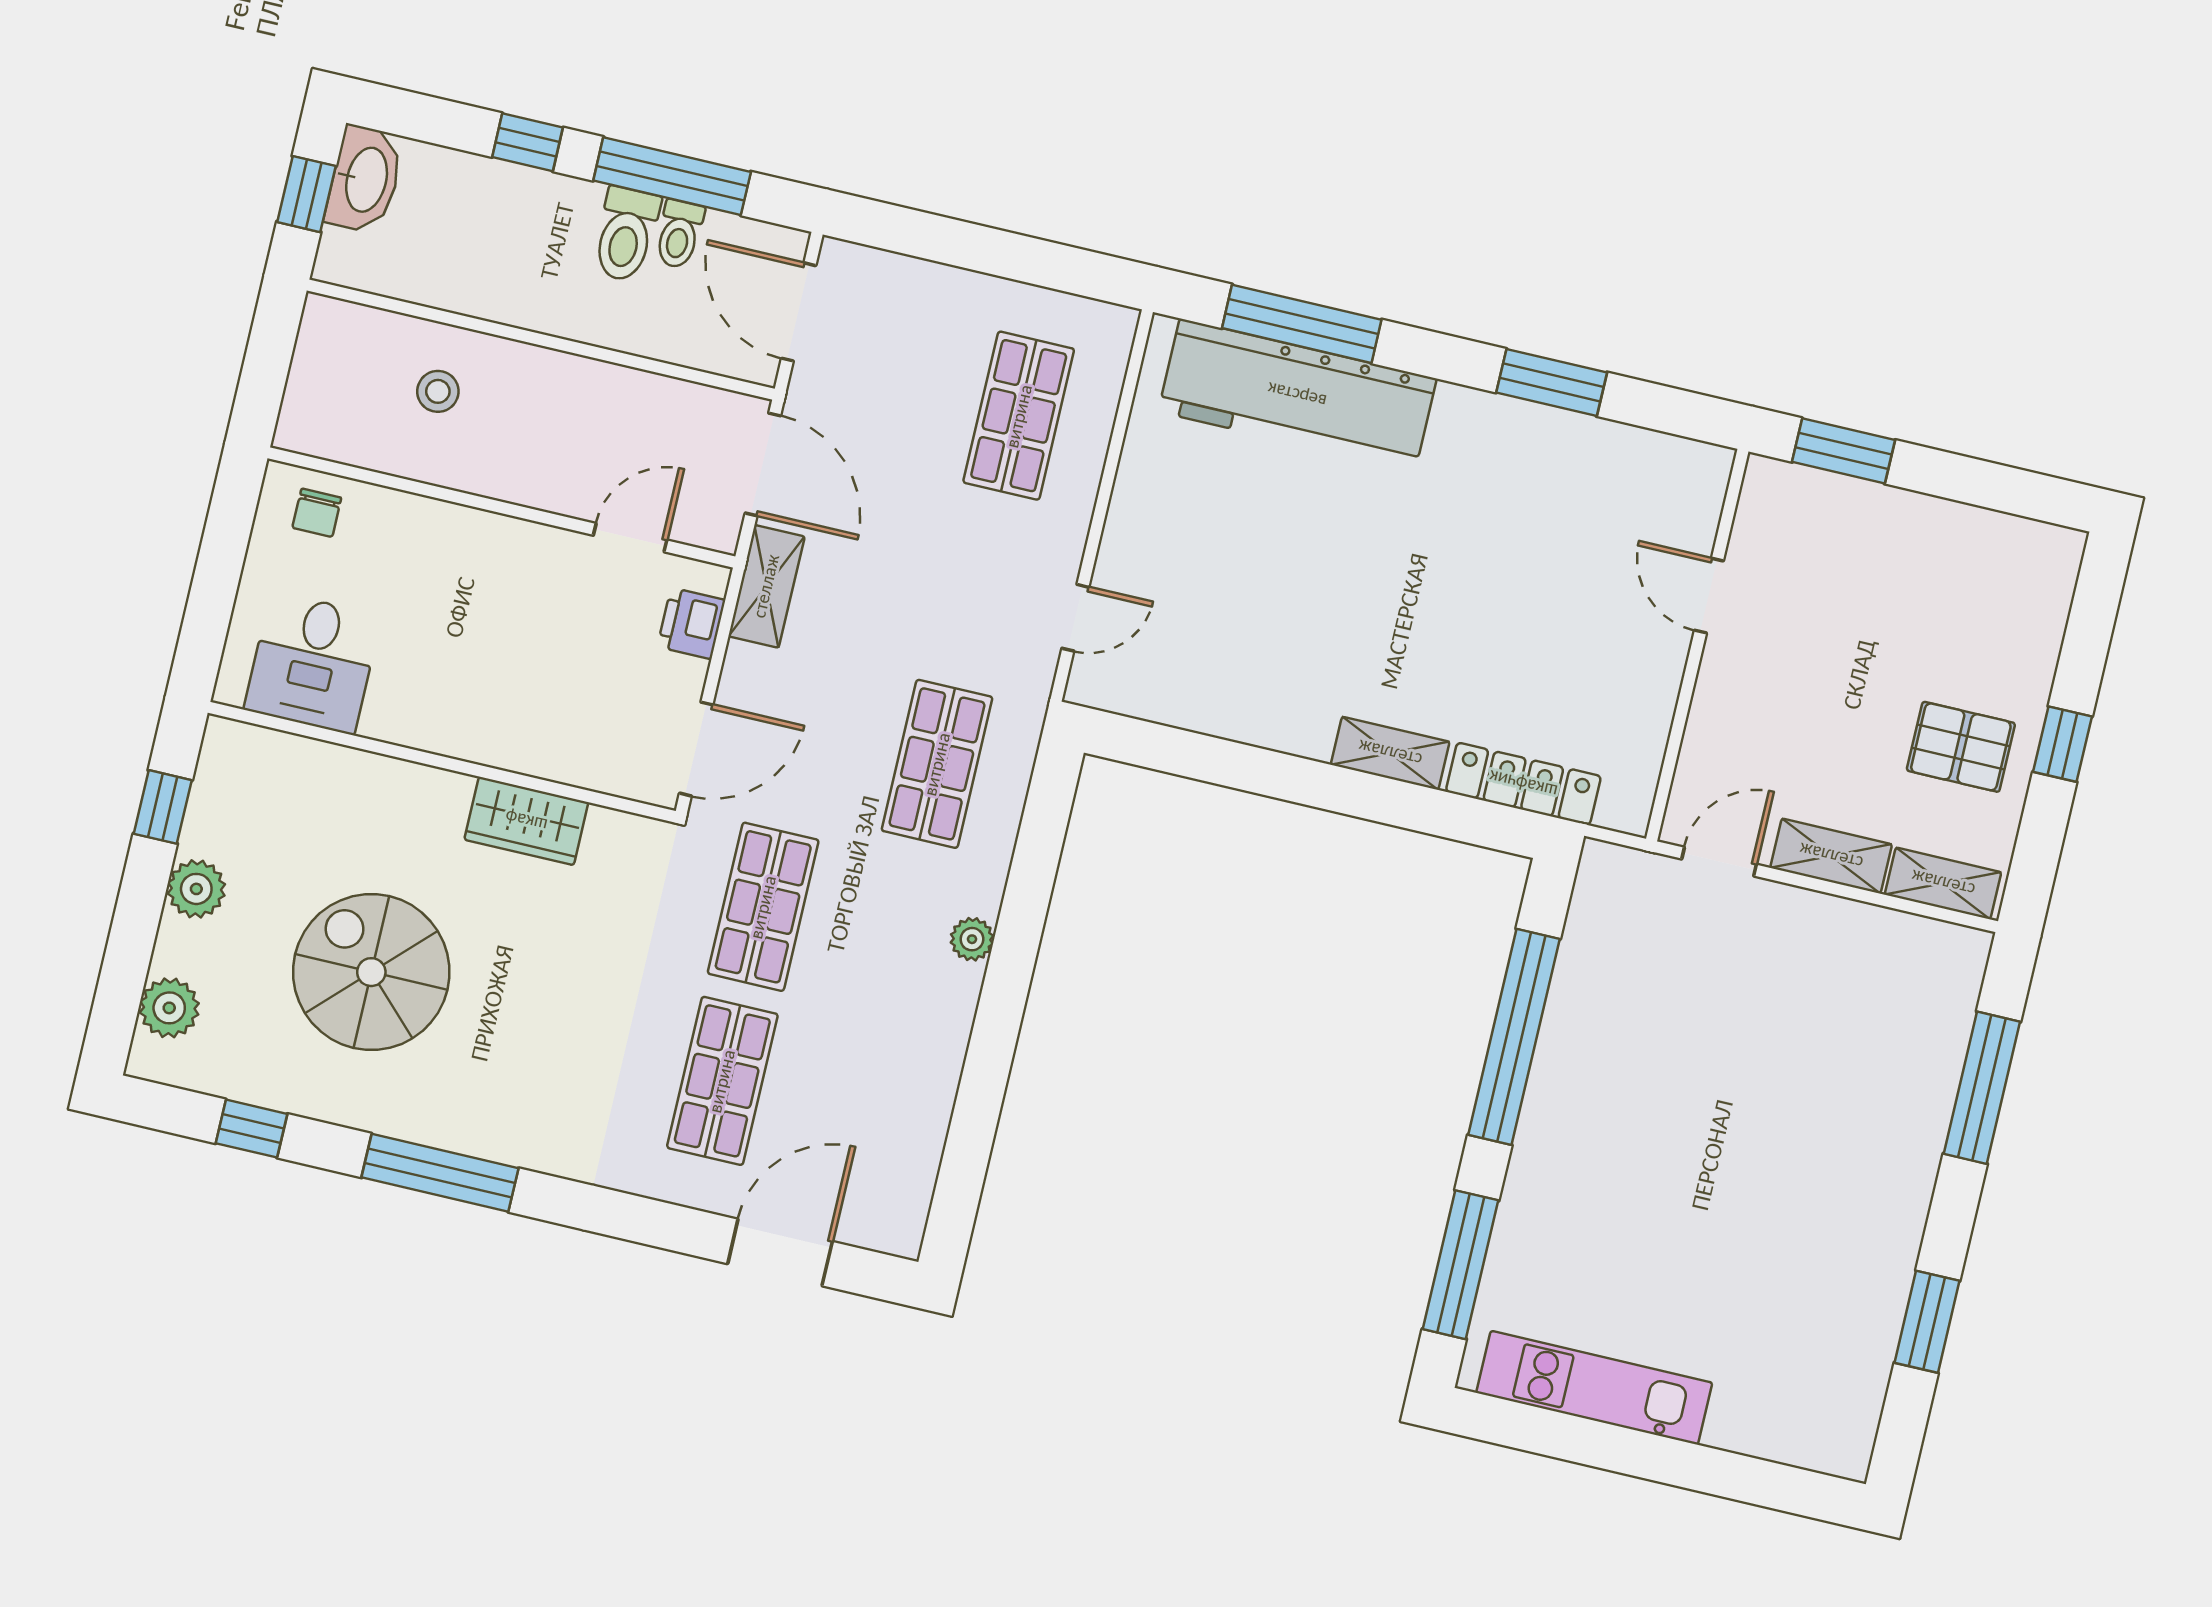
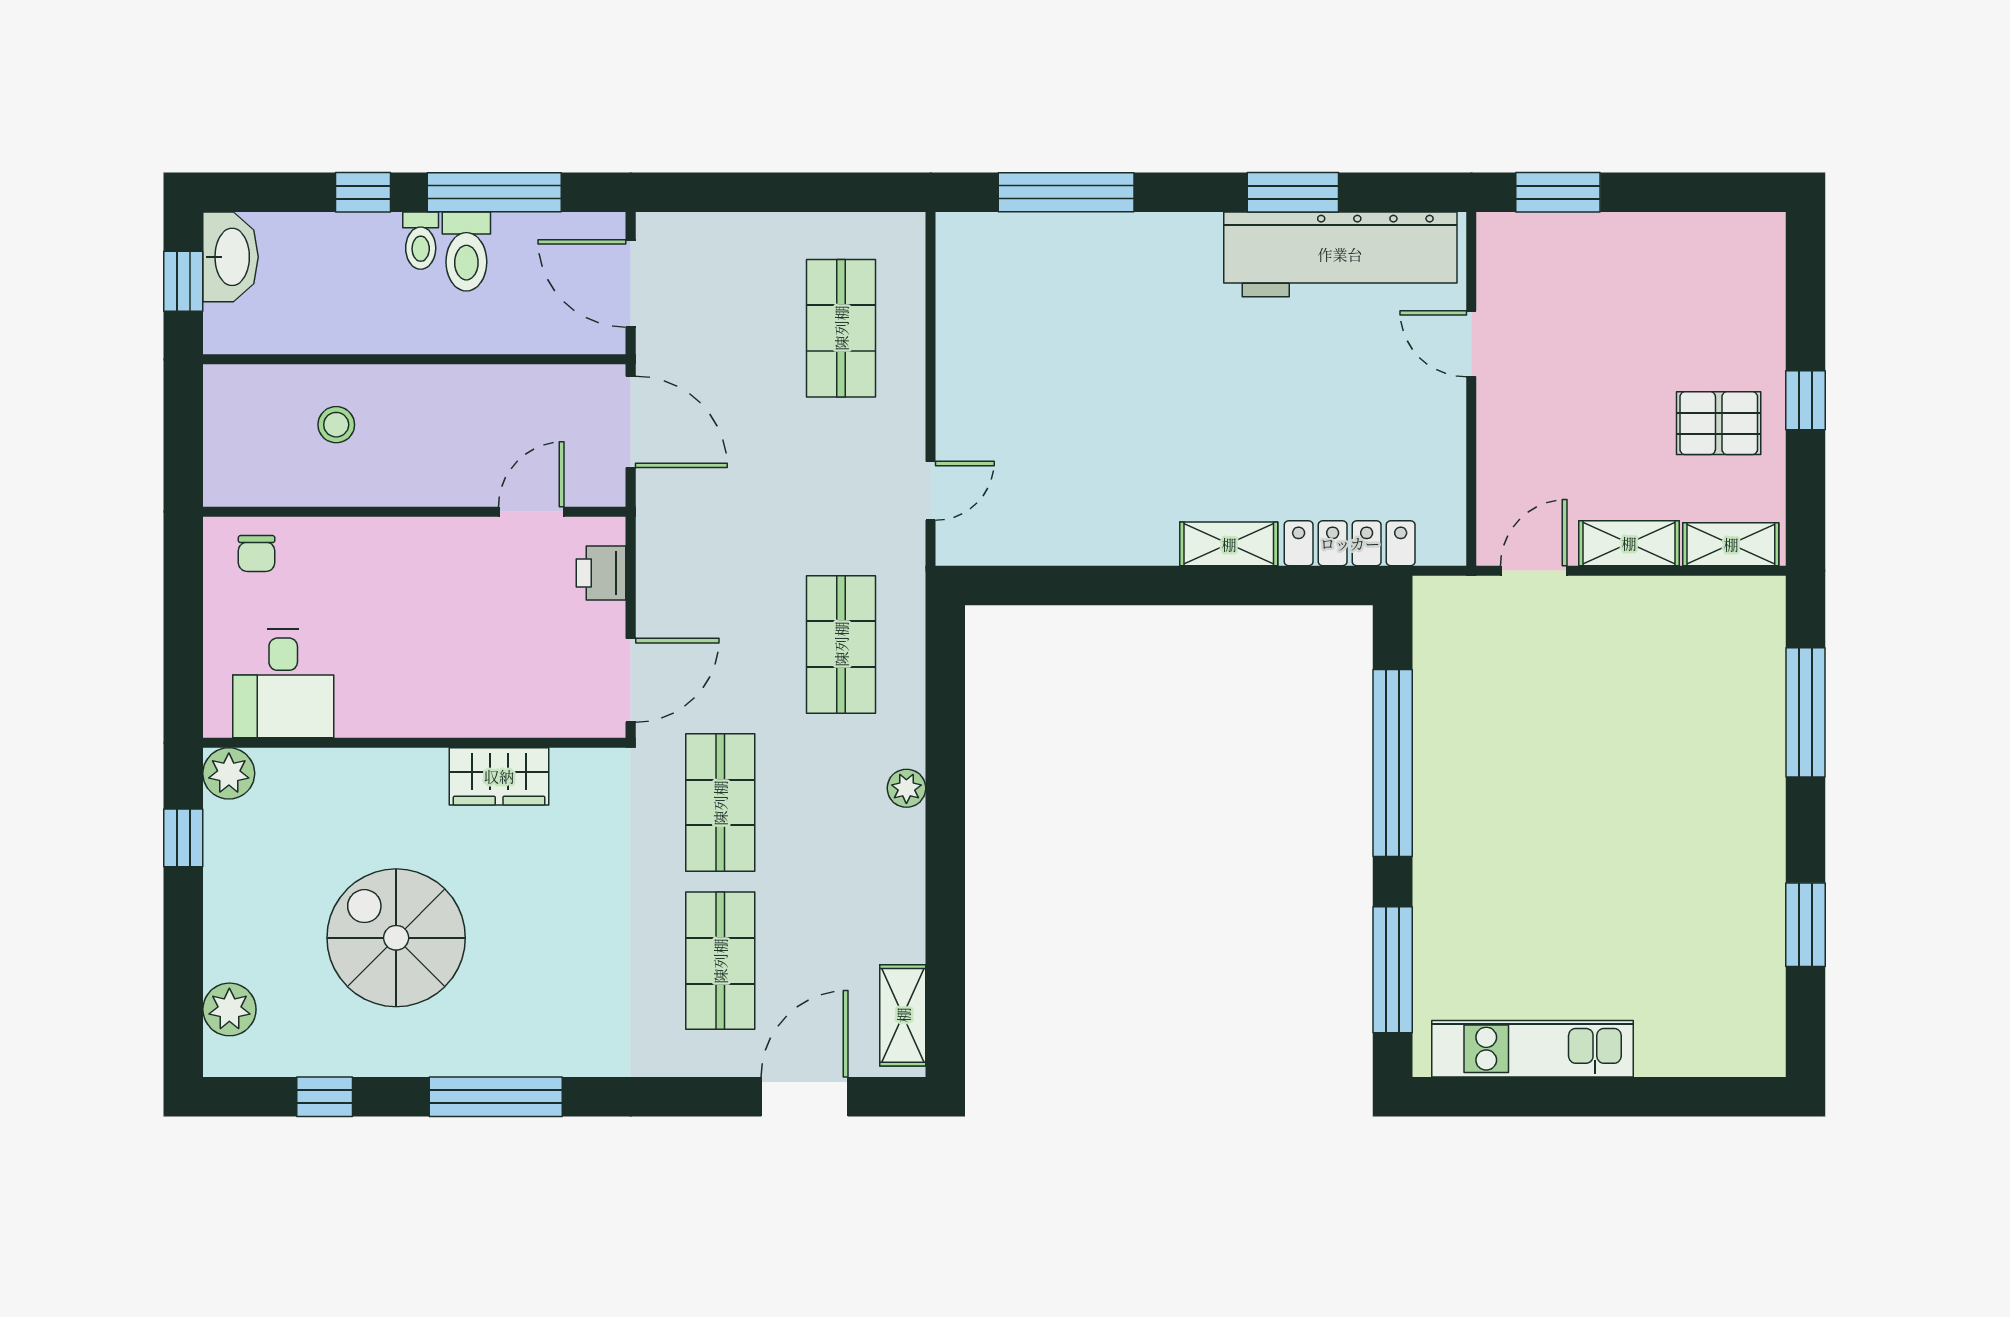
toilet: (679, 234) -> (421, 241), moved
workbench: (1297, 395) -> (1340, 254), moved
shelving: (766, 586) -> (903, 1015), moved
plant: (196, 889) -> (229, 773), moved

